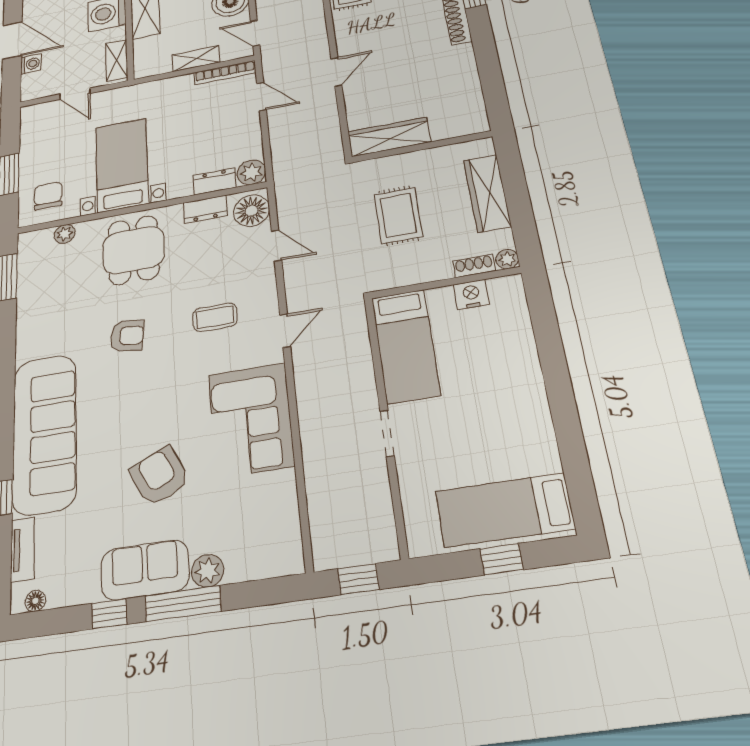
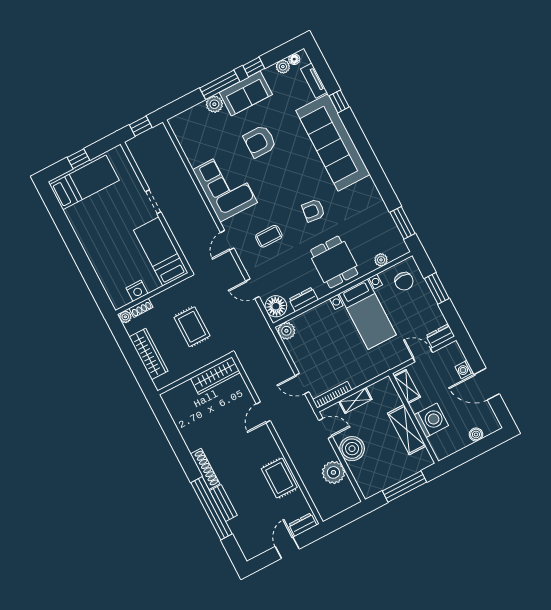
dresser: (215, 181) -> (440, 336), moved, turned 180
armchair: (160, 476) -> (260, 141), turned 115
plant: (60, 595) -> (283, 67), added

